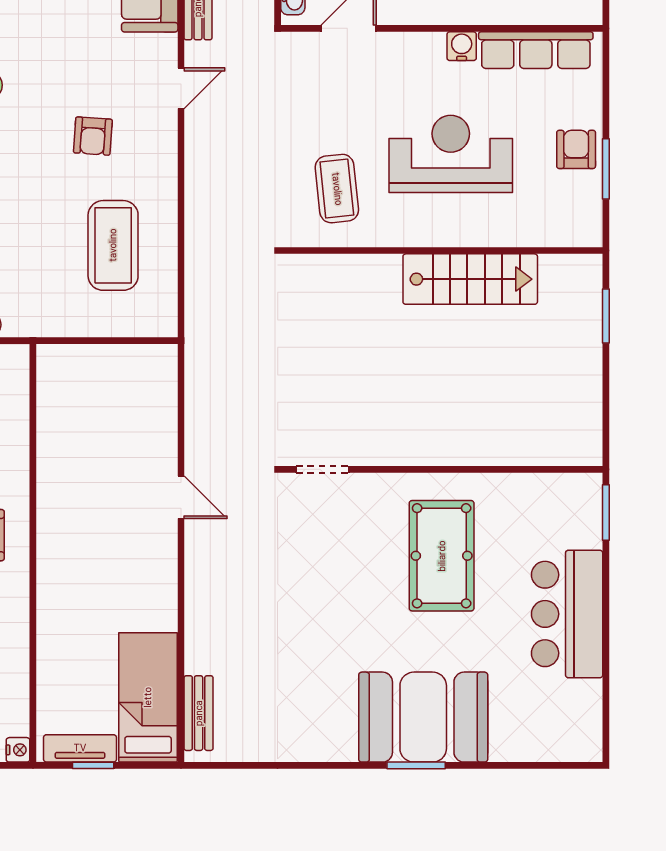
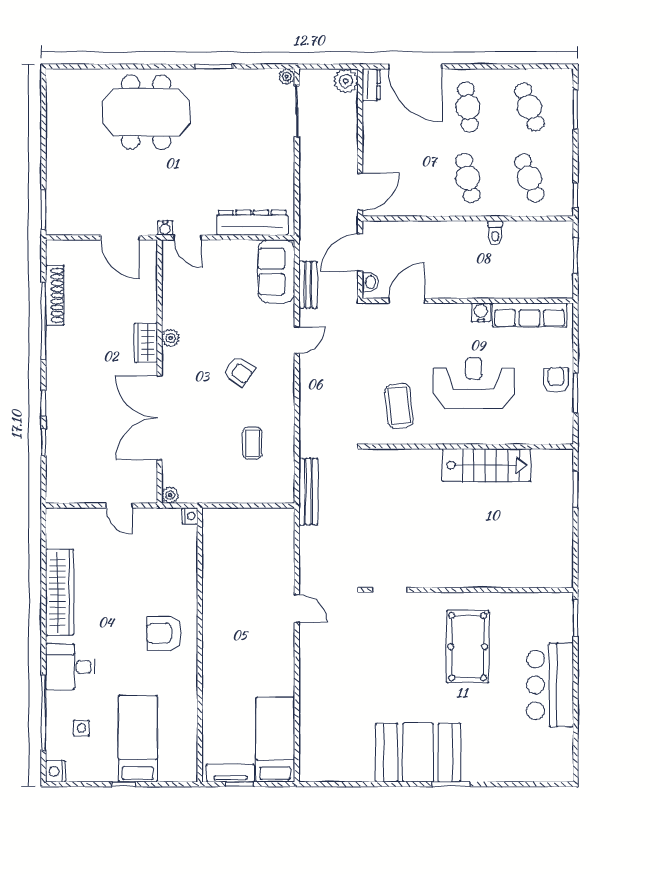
armchair: (93, 136) -> (239, 371), turned -59
coffee table: (113, 245) -> (252, 443), width x0.54, depth x0.58
bench: (199, 713) -> (308, 492), moved, width x1.36
booth: (423, 717) -> (418, 753), moved
nightstand: (18, 750) -> (190, 516), moved

